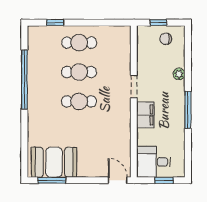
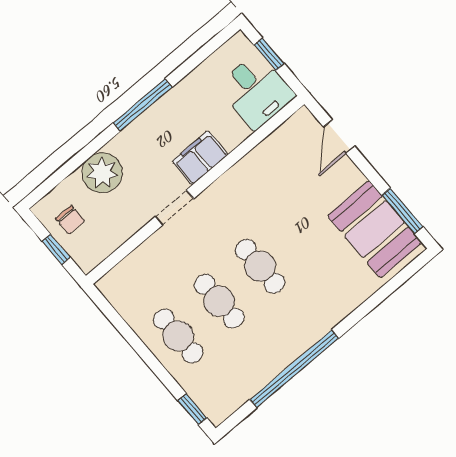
window: (55, 23) -> (192, 409), moved
plant: (179, 74) -> (102, 173), width x1.87, depth x1.87
door: (118, 180) -> (339, 137), moved

